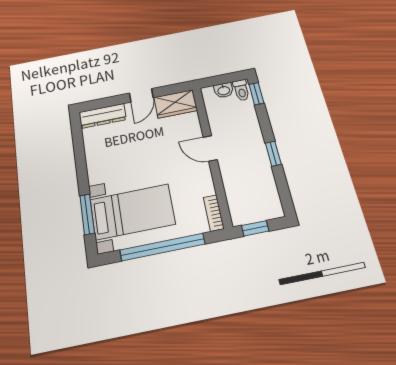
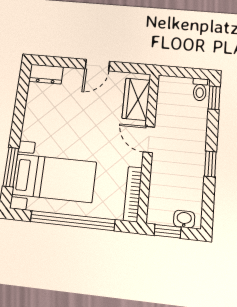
washbasin: (224, 90) -> (184, 219), moved, turned 180
wardrobe: (176, 104) -> (136, 99), moved, turned 90
dresser: (103, 116) -> (46, 74), width x0.70
bookcase: (214, 213) -> (133, 194), width x1.56

